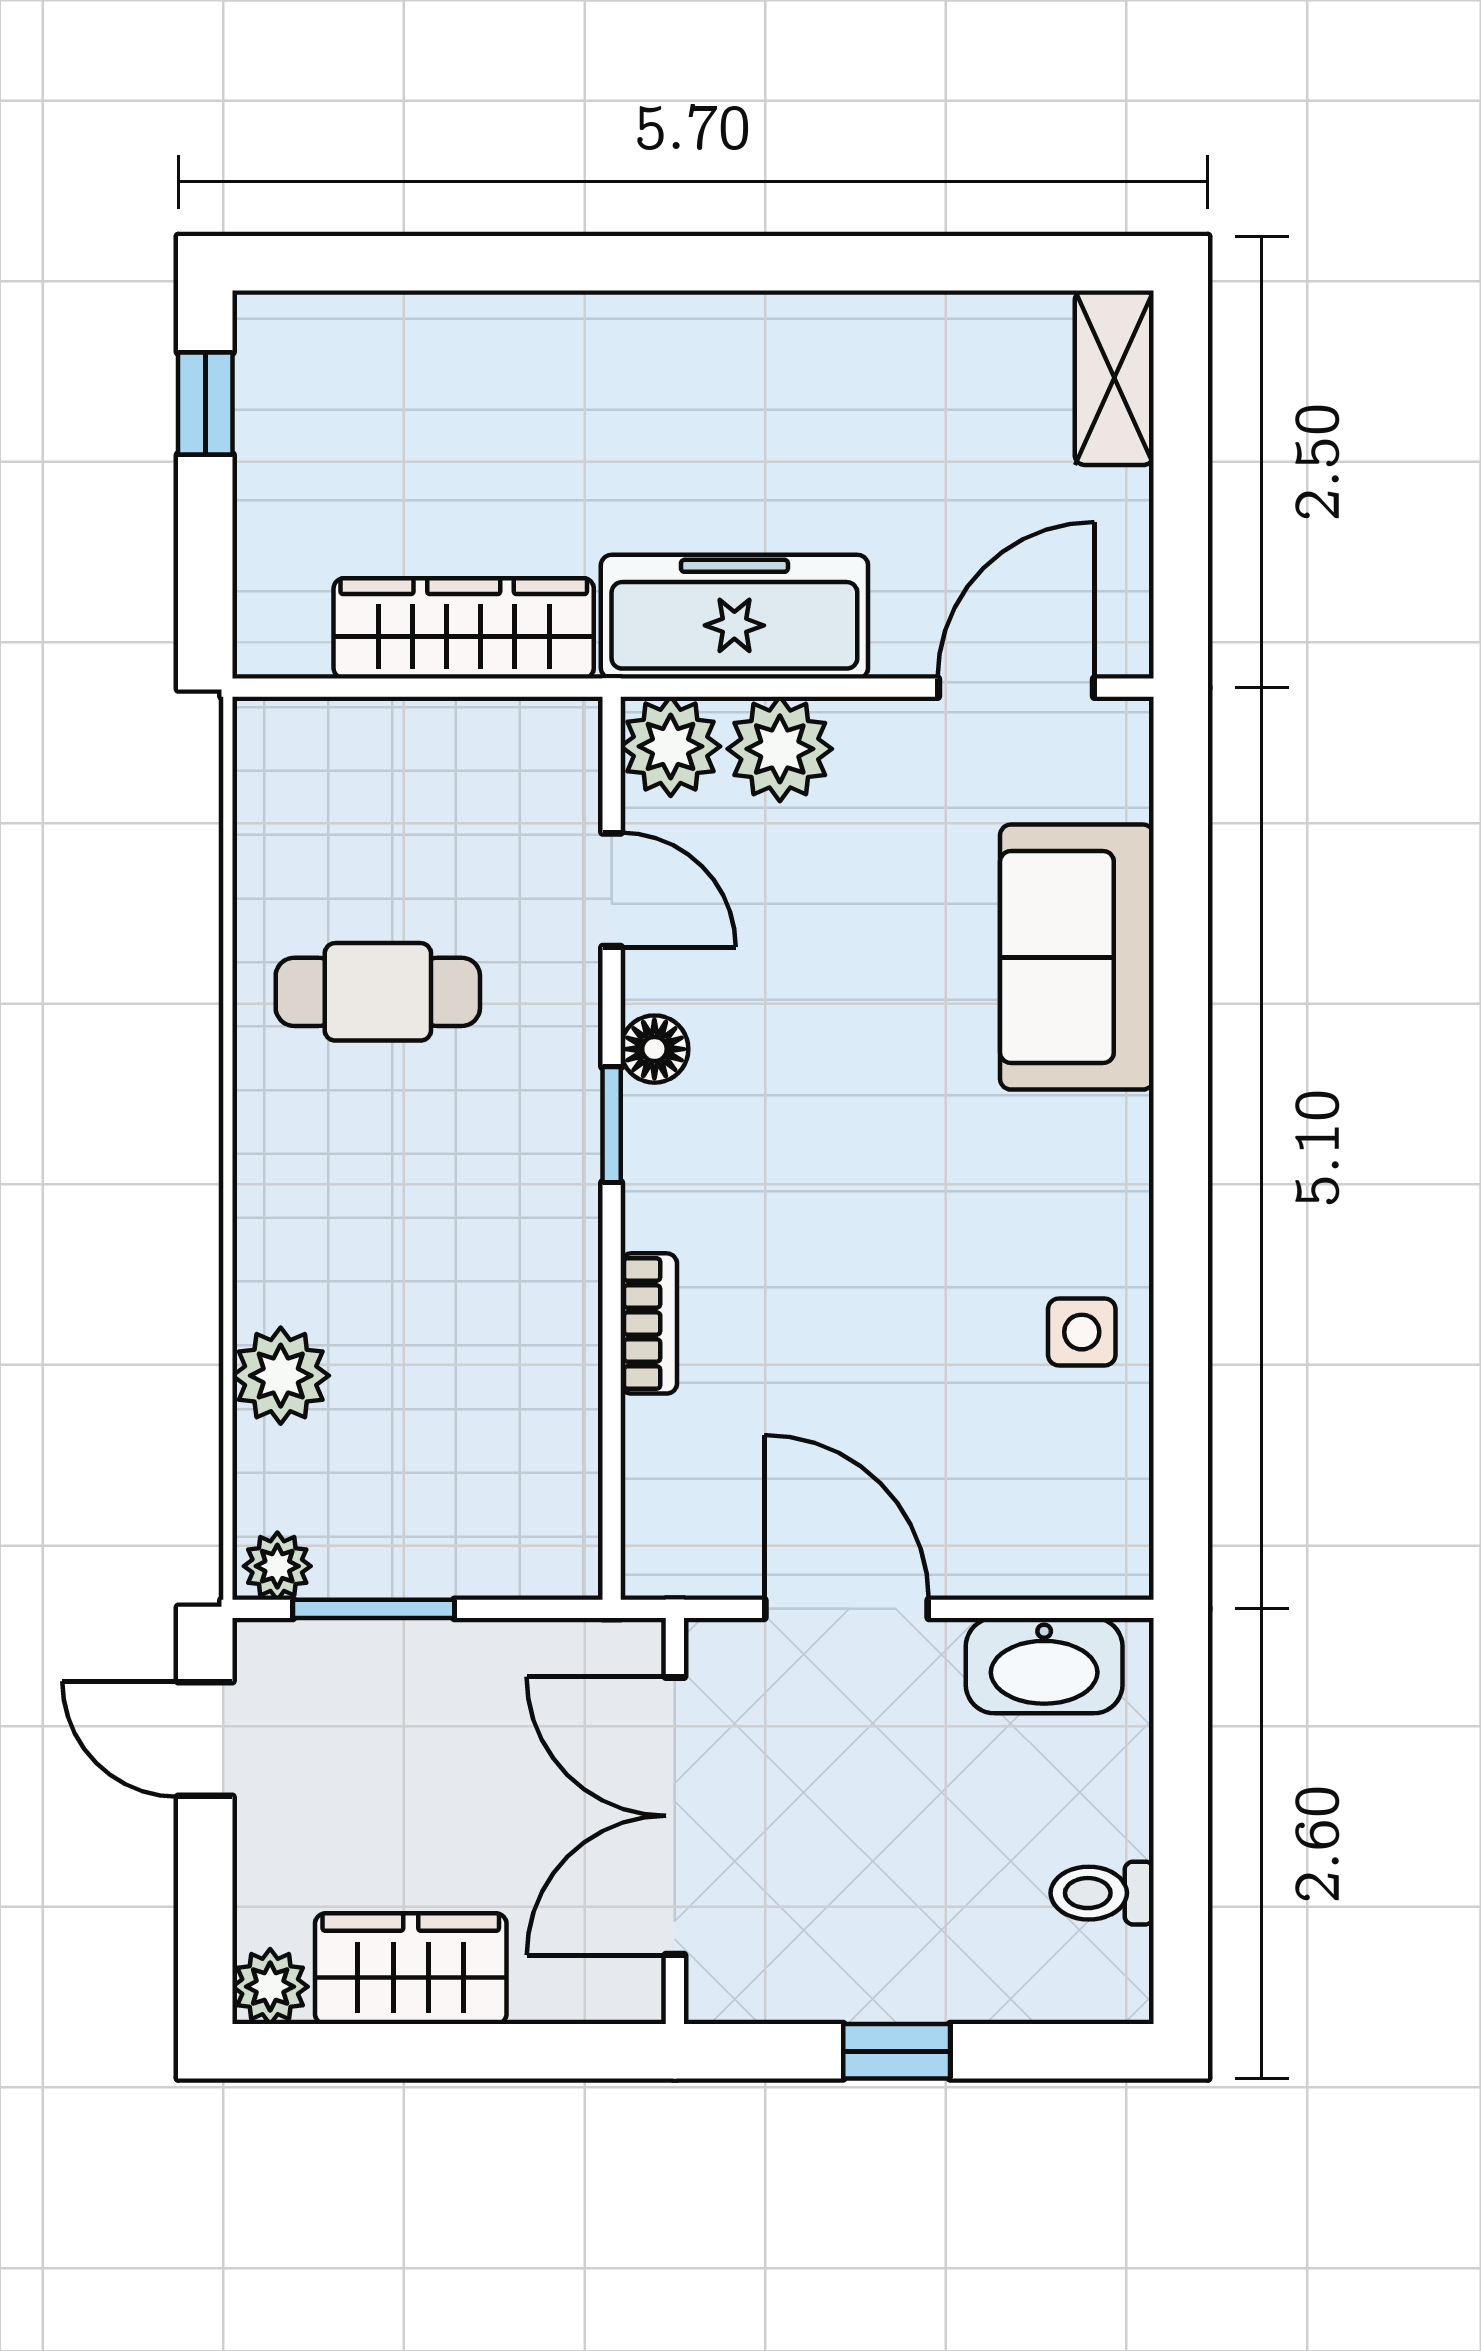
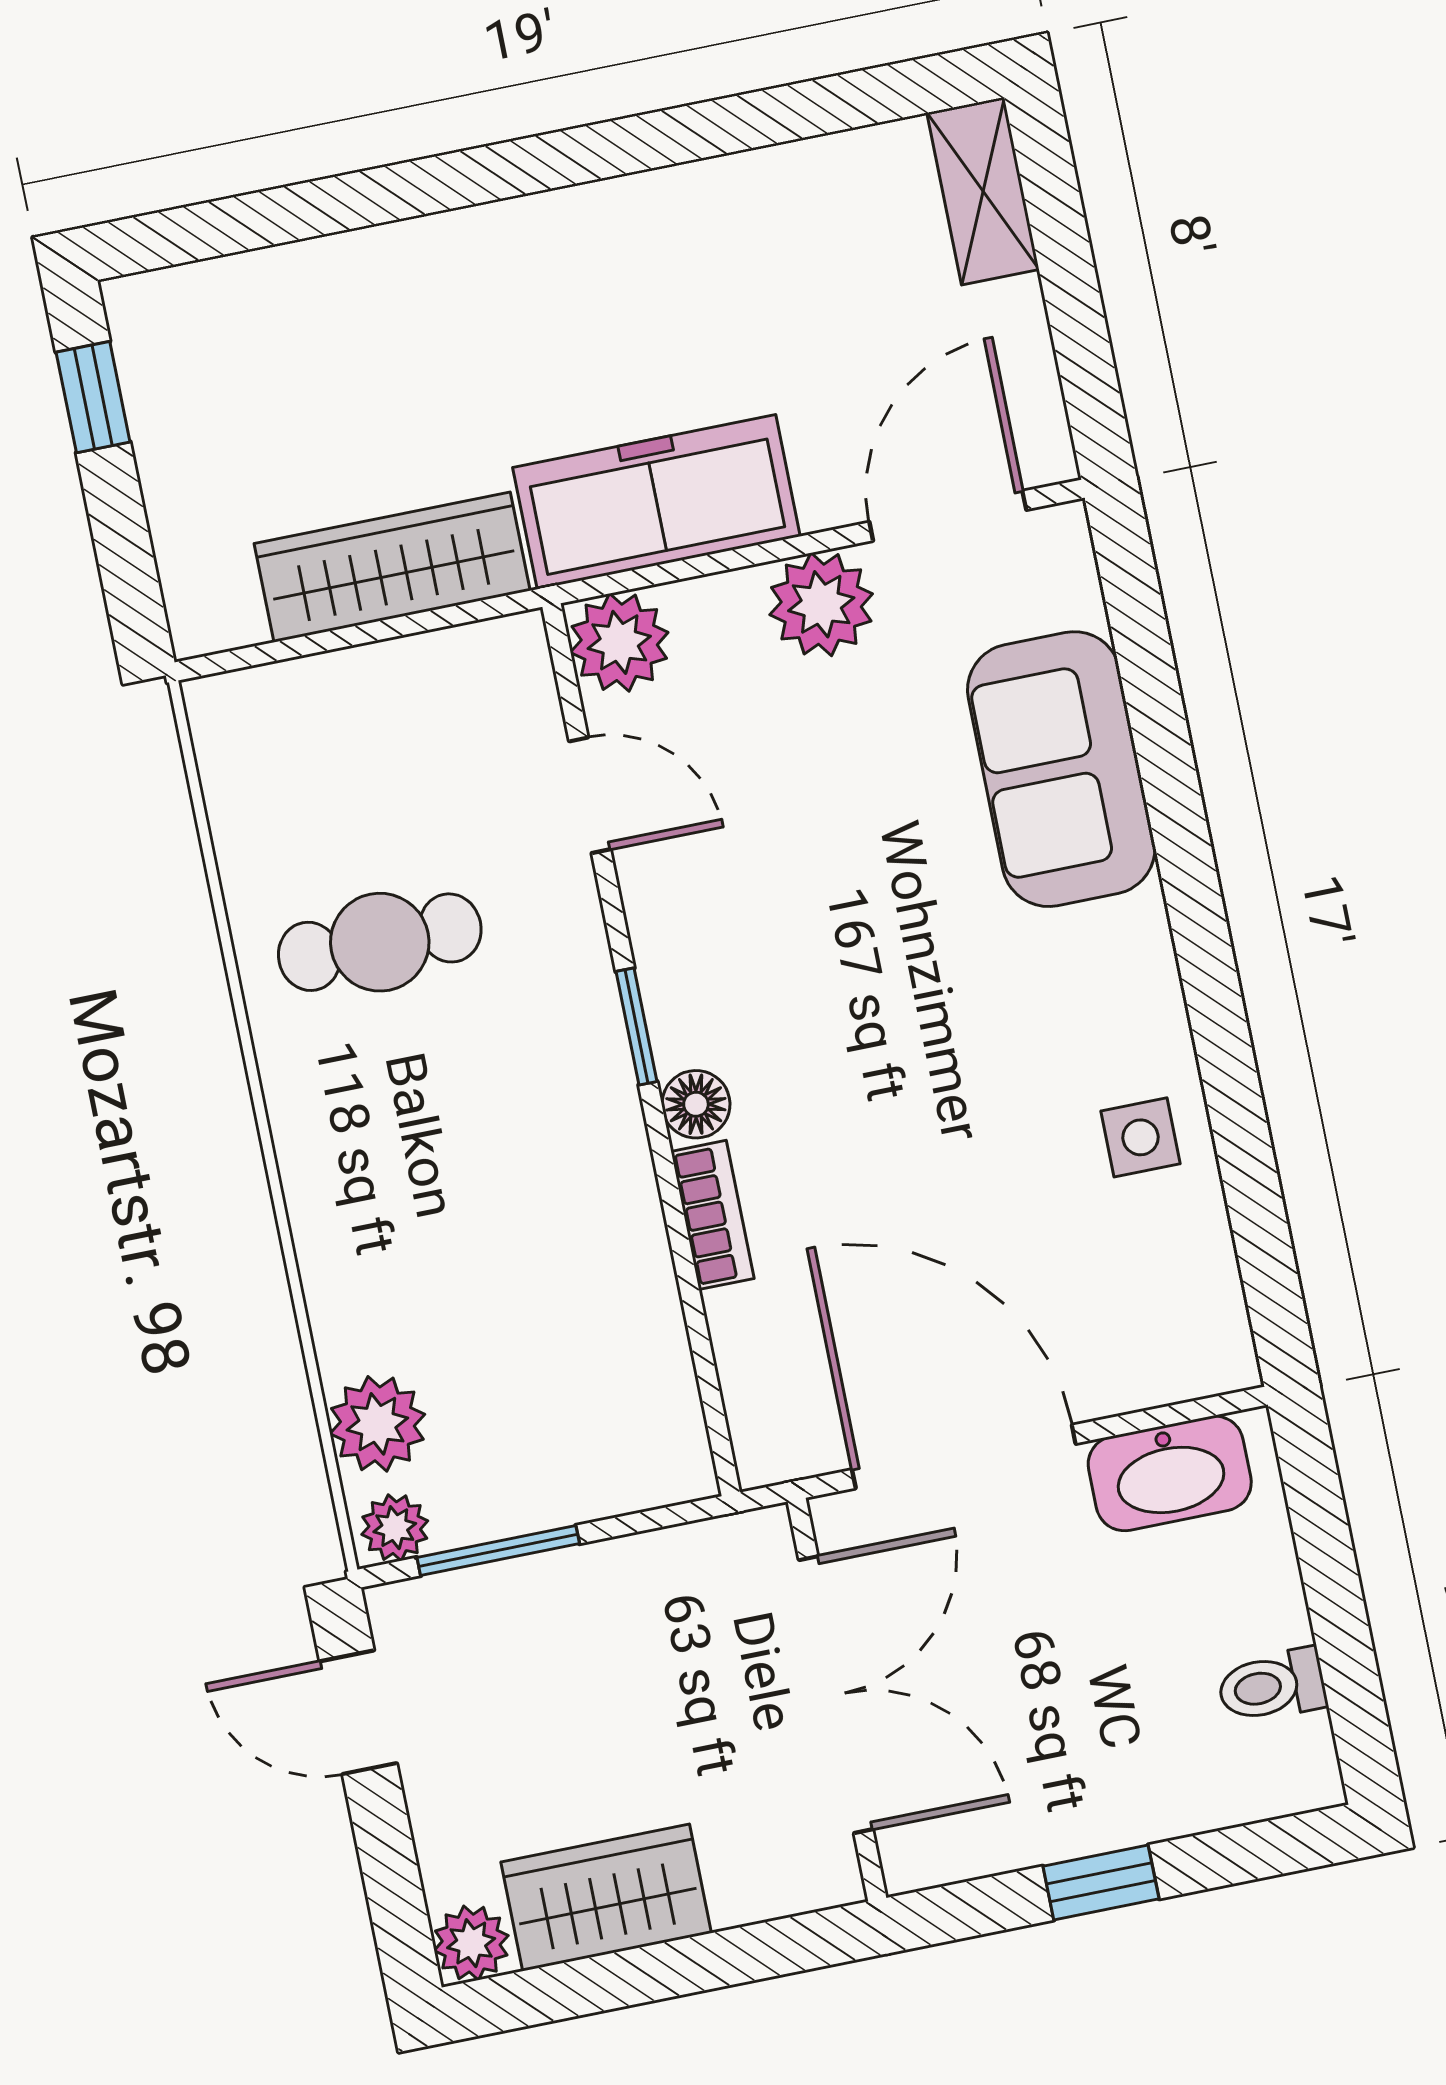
plant: (780, 749) -> (821, 604), moved
floor lamp: (654, 1049) -> (696, 1104), moved
plant: (281, 1376) -> (377, 1424), moved
door: (847, 1609) -> (964, 1457), width x1.36
double door: (675, 1816) -> (836, 1695), swing flipped

